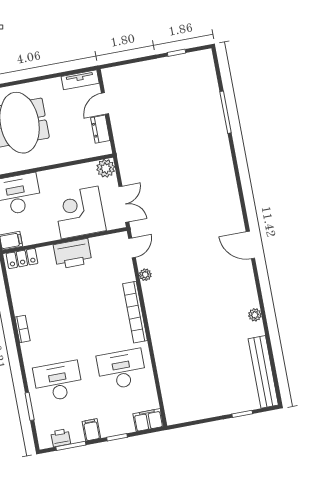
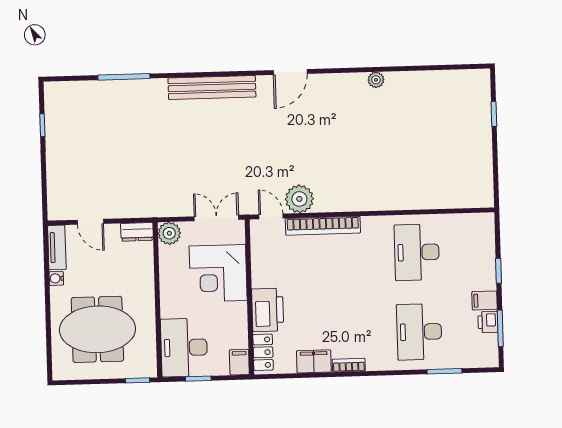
water cooler: (55, 83) -> (56, 278), added
dresser: (100, 129) -> (137, 232), moved
printer: (73, 254) -> (268, 310), moved
plant: (145, 275) -> (299, 199), width x1.88, depth x1.88
bookcase: (135, 312) -> (323, 226), moved
bench: (263, 372) -> (212, 87), moved
filing cabinet: (148, 420) -> (314, 361), moved, turned 90
printer: (61, 438) -> (488, 322), moved

